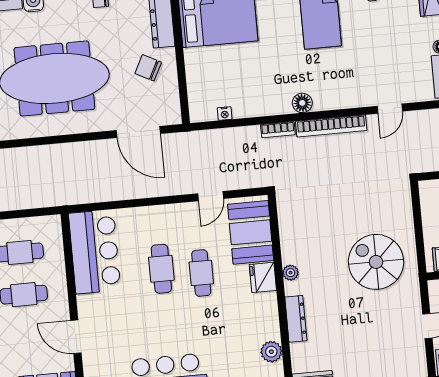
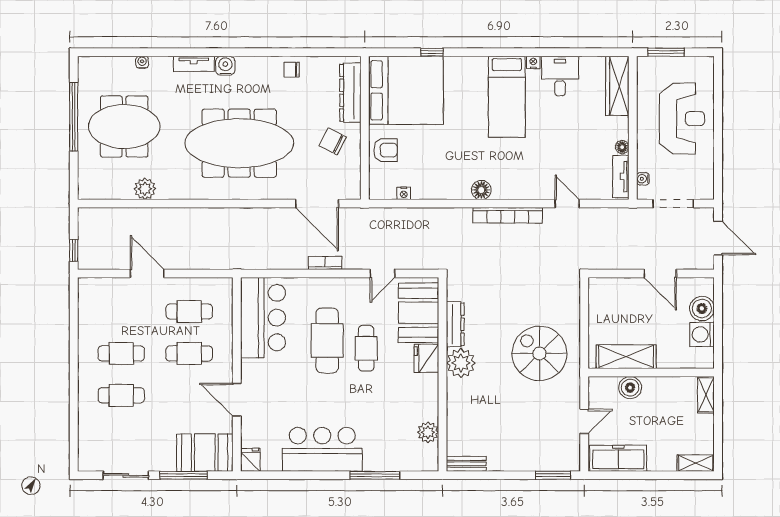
armchair: (202, 72) -> (386, 150), added
door: (390, 109) -> (567, 204), swing flipped
bookcase: (278, 130) -> (325, 263), moved, turned 180
cafe table: (161, 269) -> (327, 340), width x1.37, depth x1.35
plant: (290, 273) -> (461, 363), width x1.87, depth x1.87
dresser: (296, 319) -> (455, 324), moved

